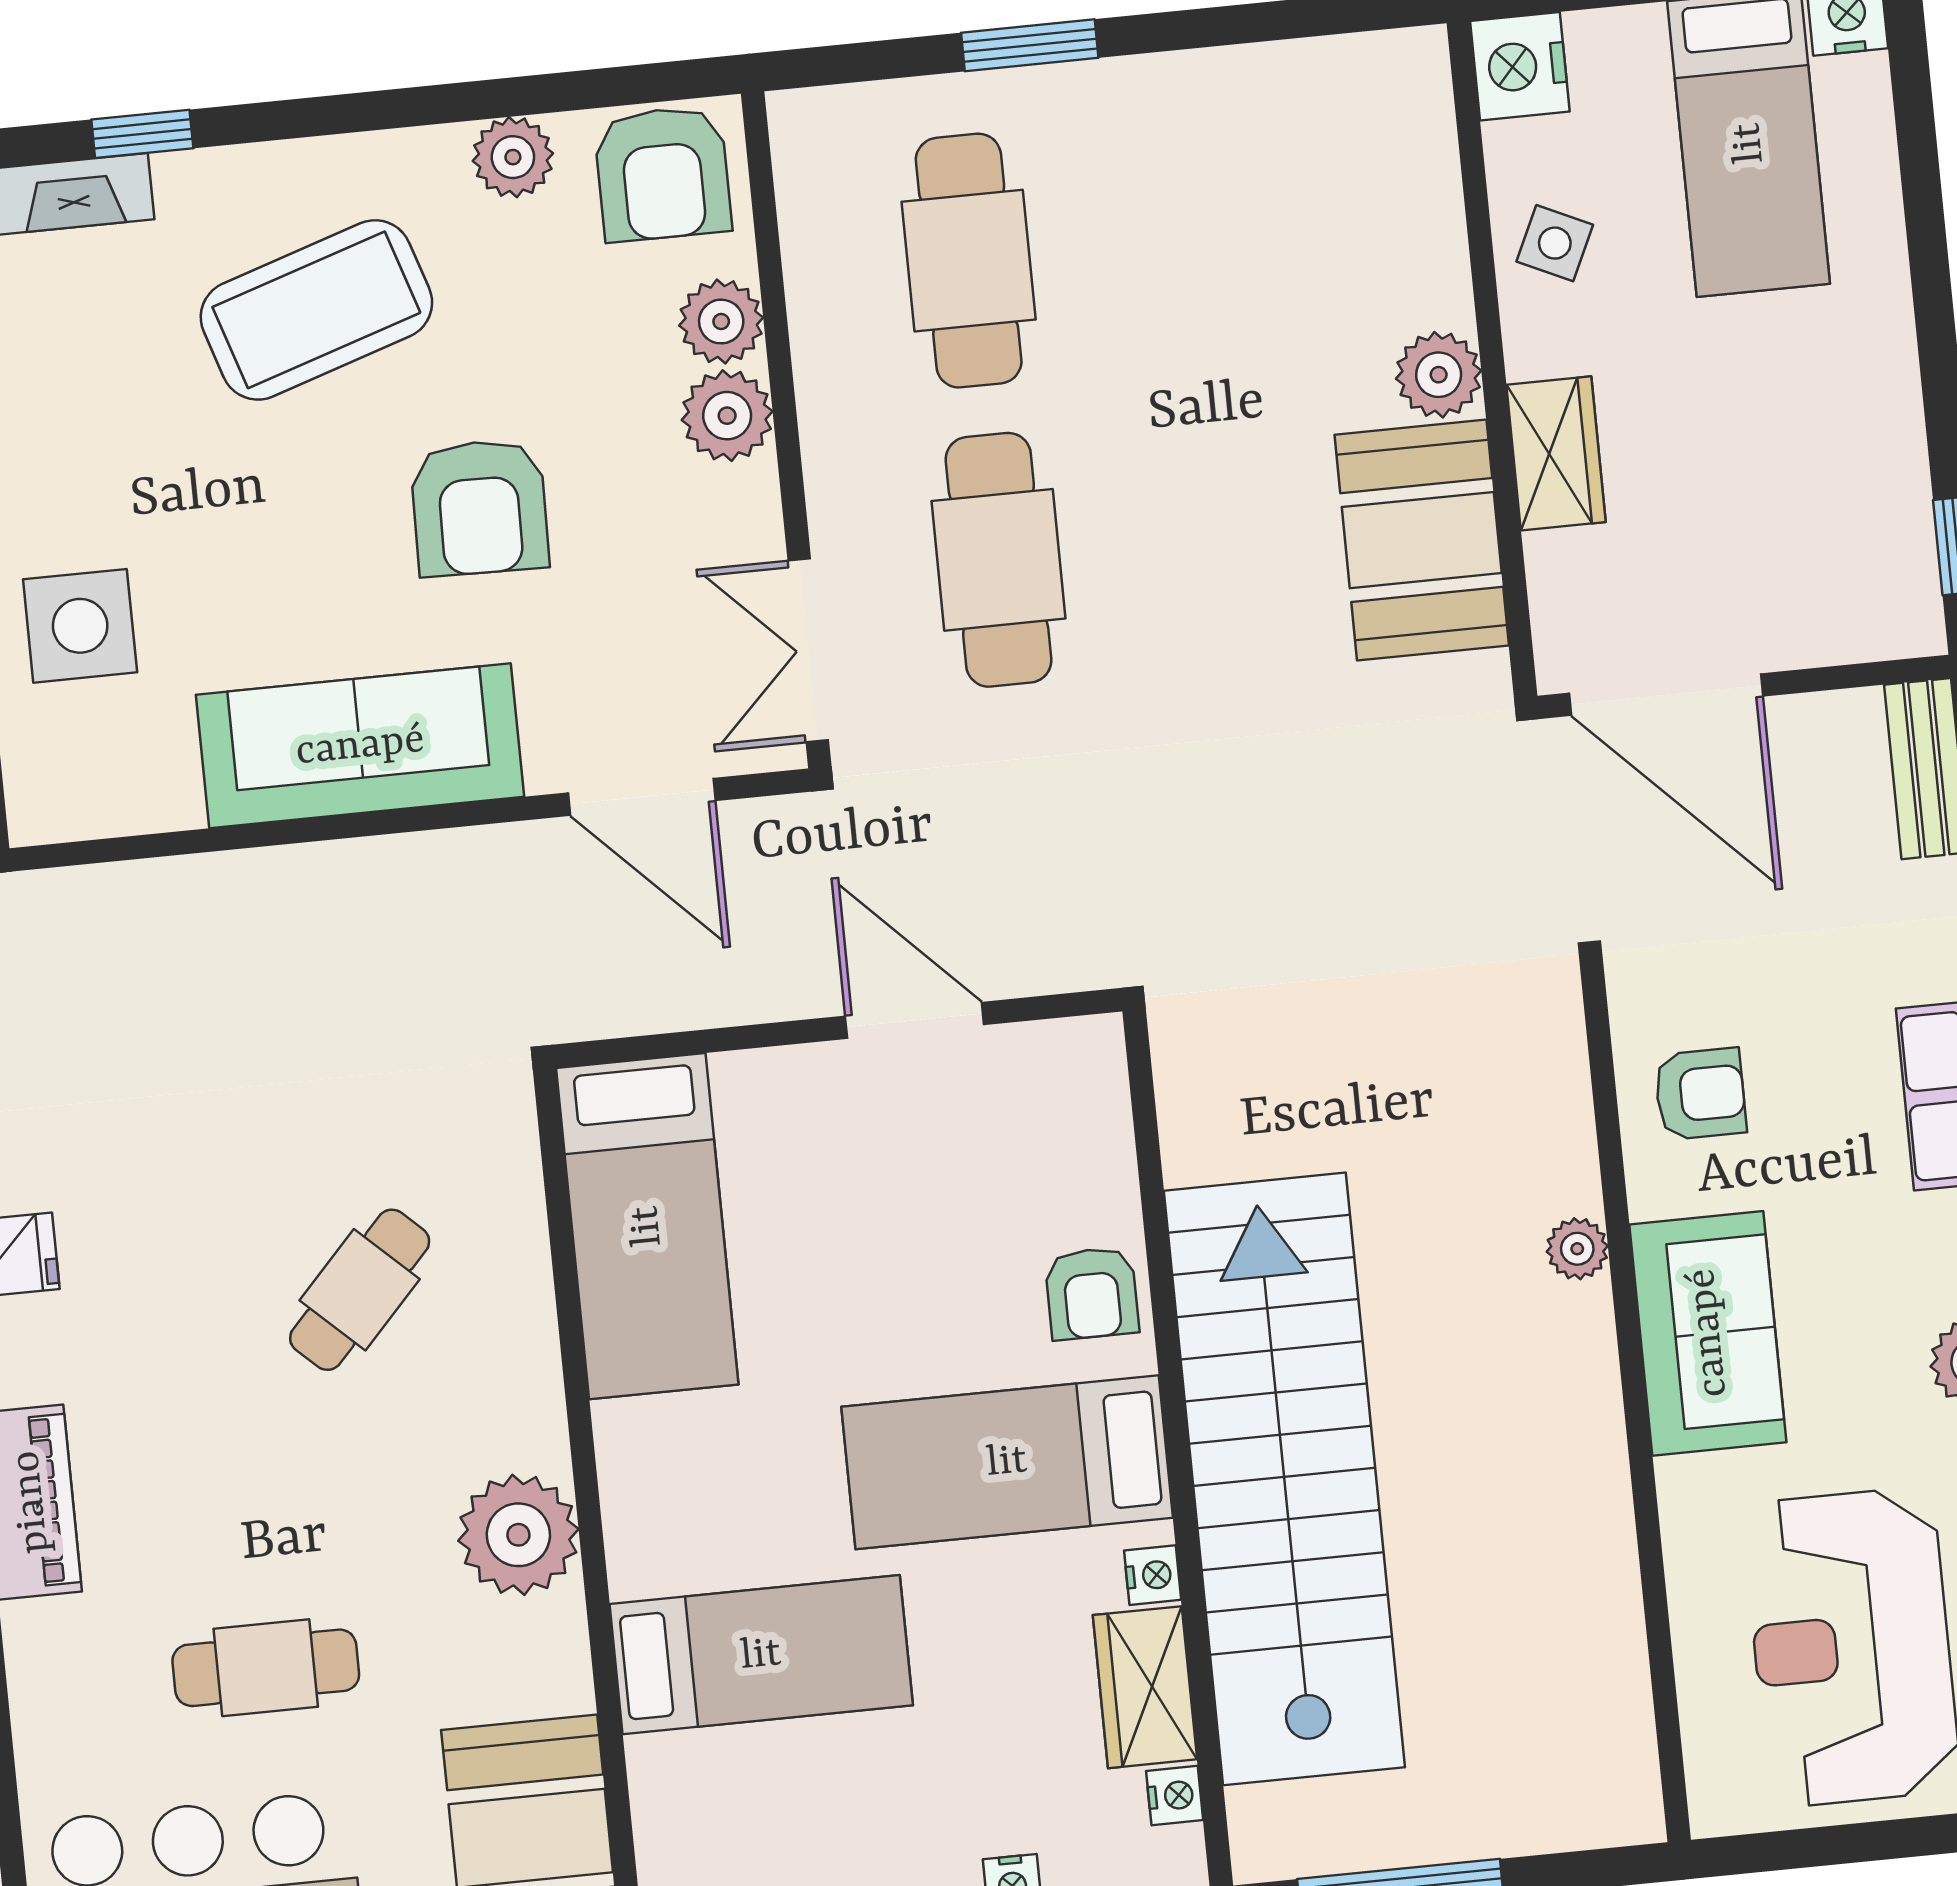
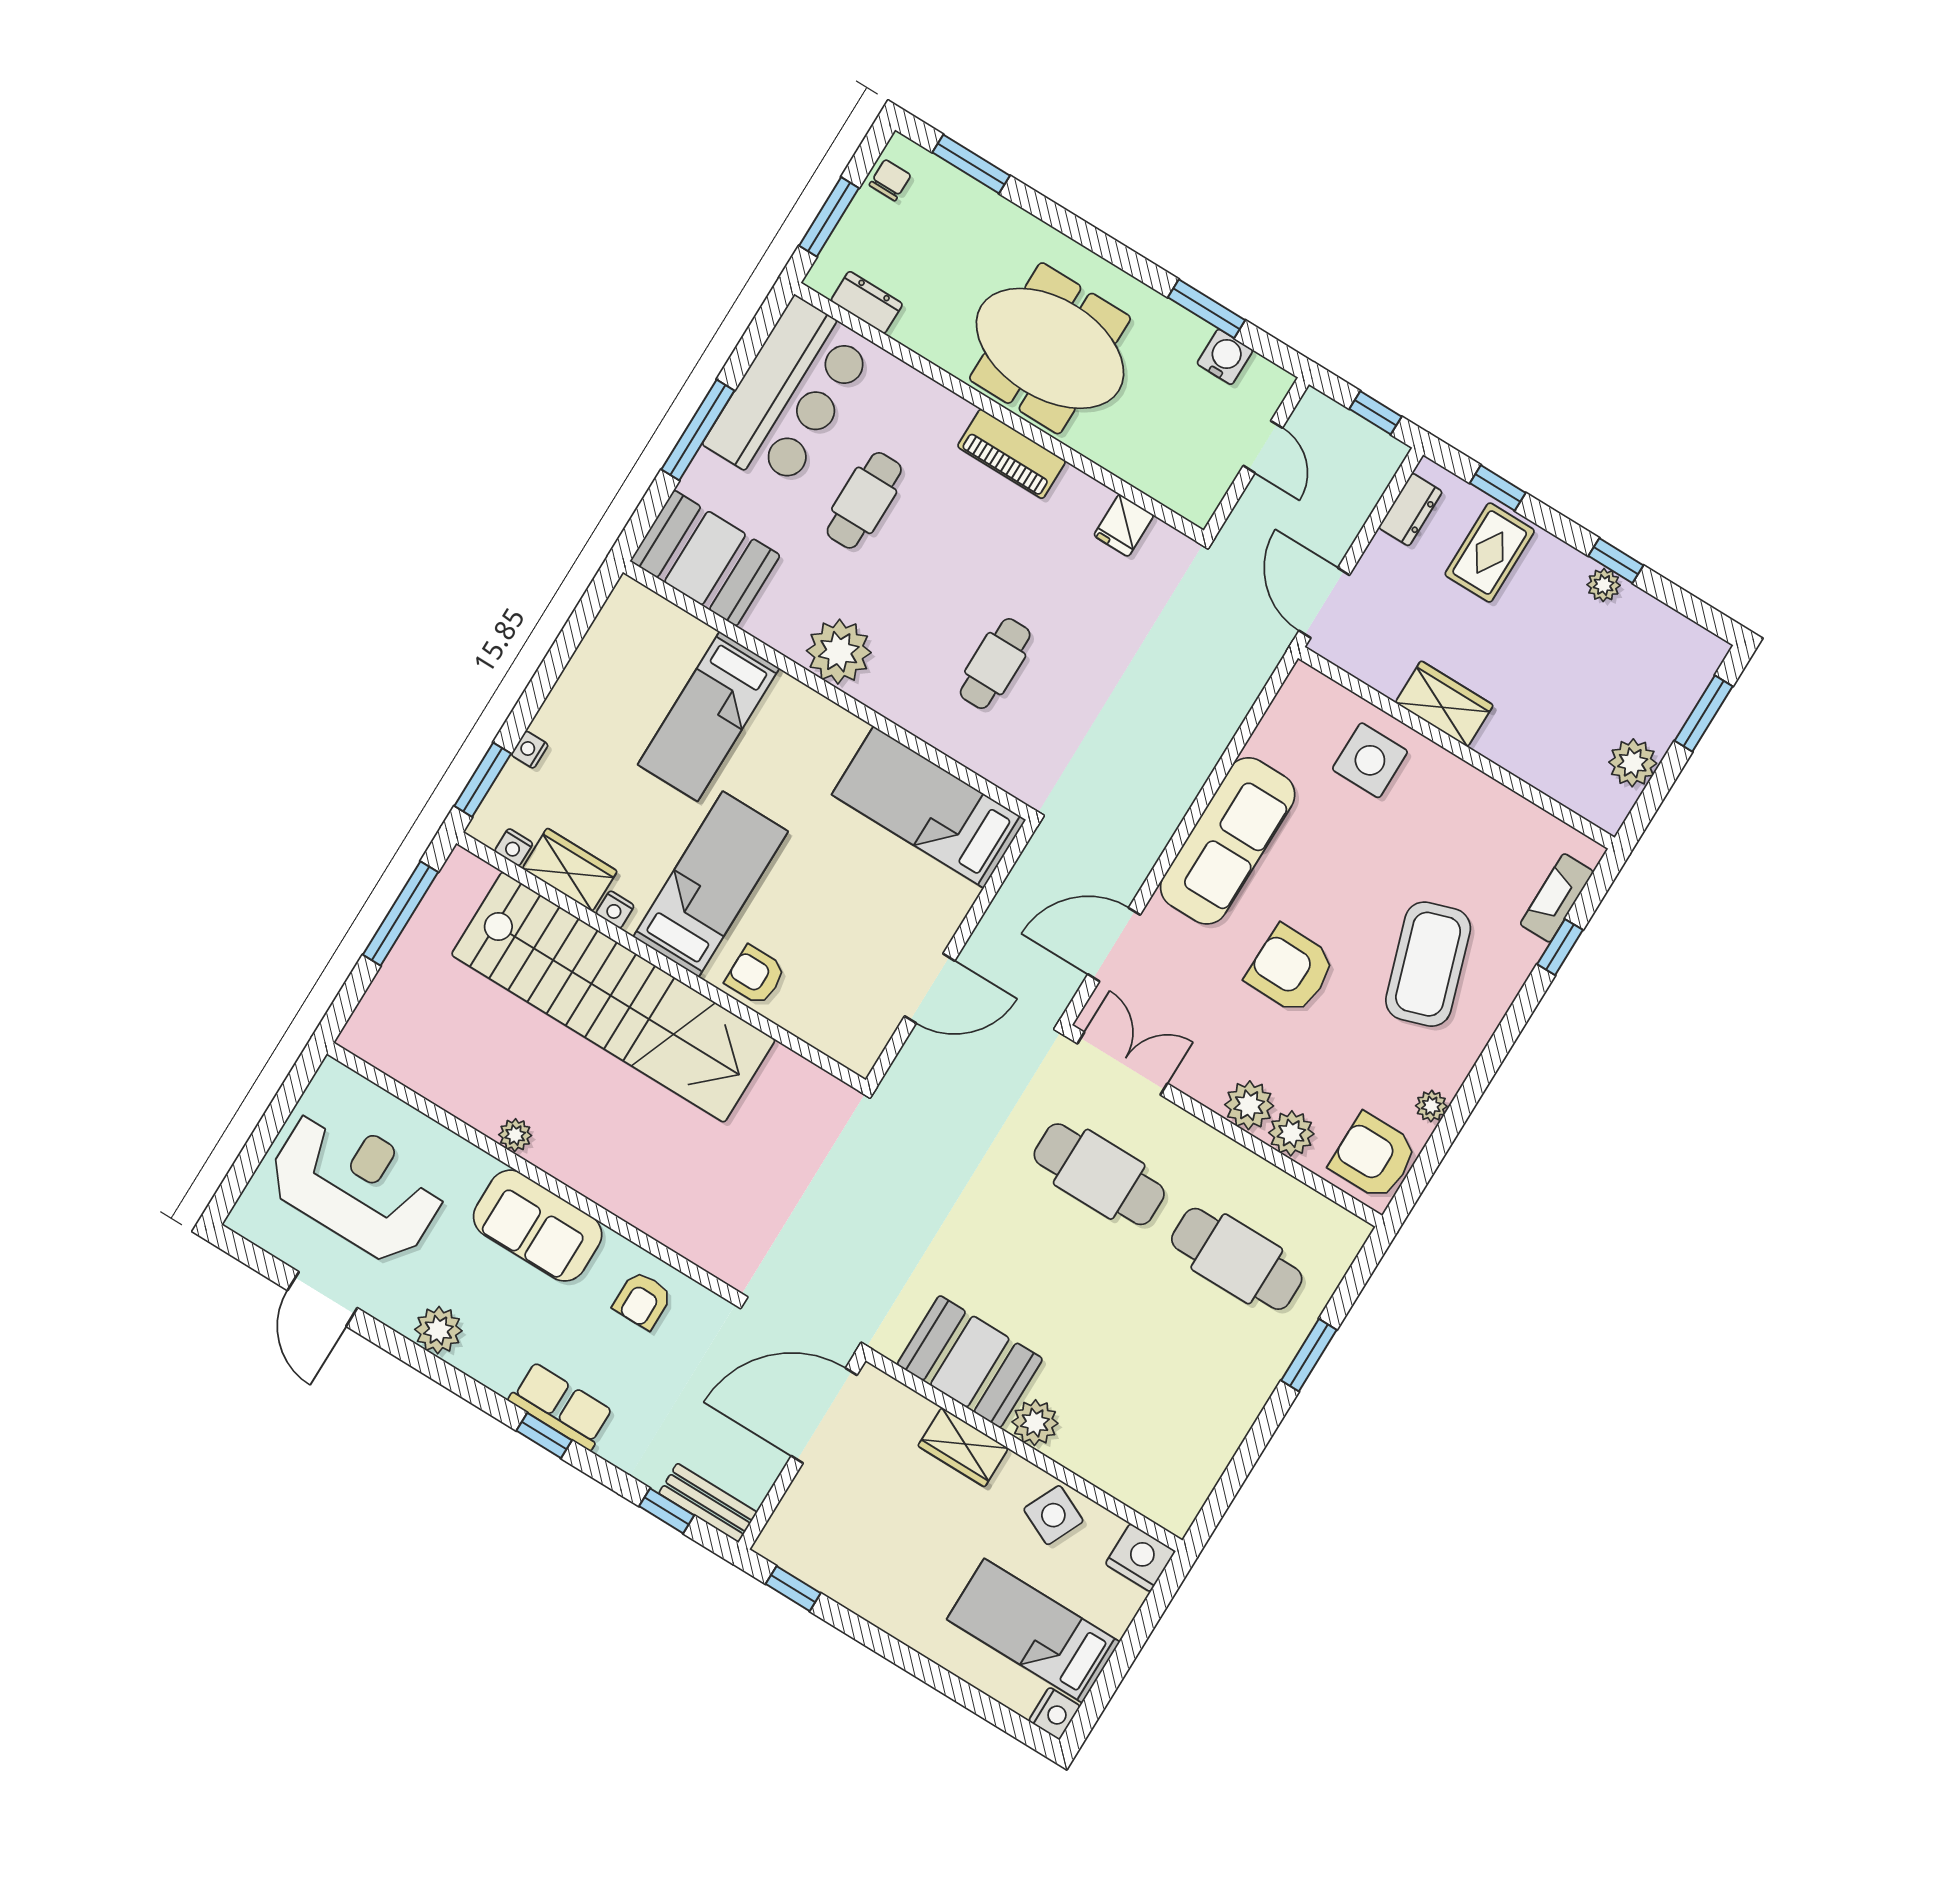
plant: (513, 157) -> (1431, 1106), width x0.73, depth x0.73
side table: (1555, 243) -> (1053, 1515), width x1.37, depth x1.37
plant: (1577, 1249) -> (515, 1135), moved
cafe table: (360, 1290) -> (995, 664), turned 47

